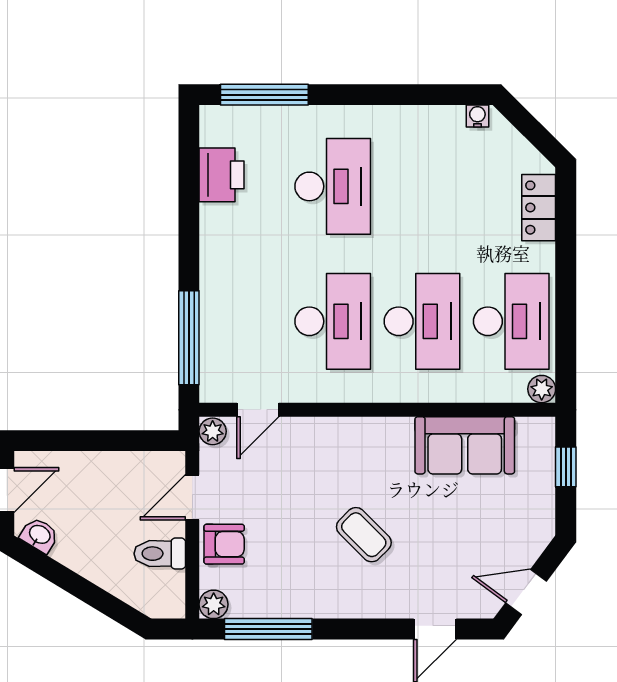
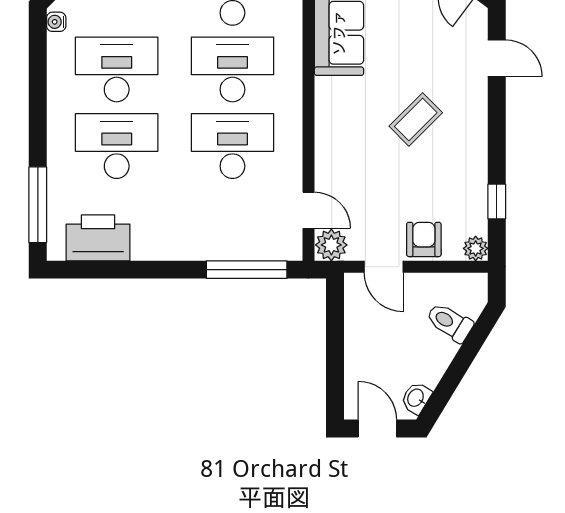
printer: (222, 175) -> (98, 238), width x1.37, depth x1.19
desk: (422, 186) -> (117, 69), added
plant: (213, 431) -> (331, 245), width x1.38, depth x1.38
toilet: (160, 554) -> (450, 322), moved, turned 121
window: (268, 629) -> (497, 201), width x0.46

